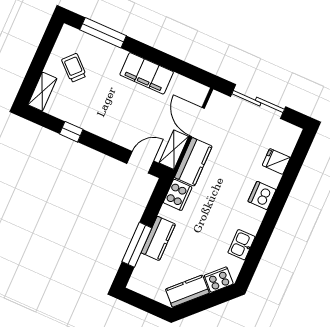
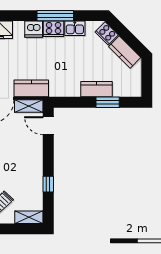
cooker: (178, 195) -> (54, 29), moved, turned 180
window: (267, 228) -> (55, 16), added
window: (137, 245) -> (108, 102), width x0.69

